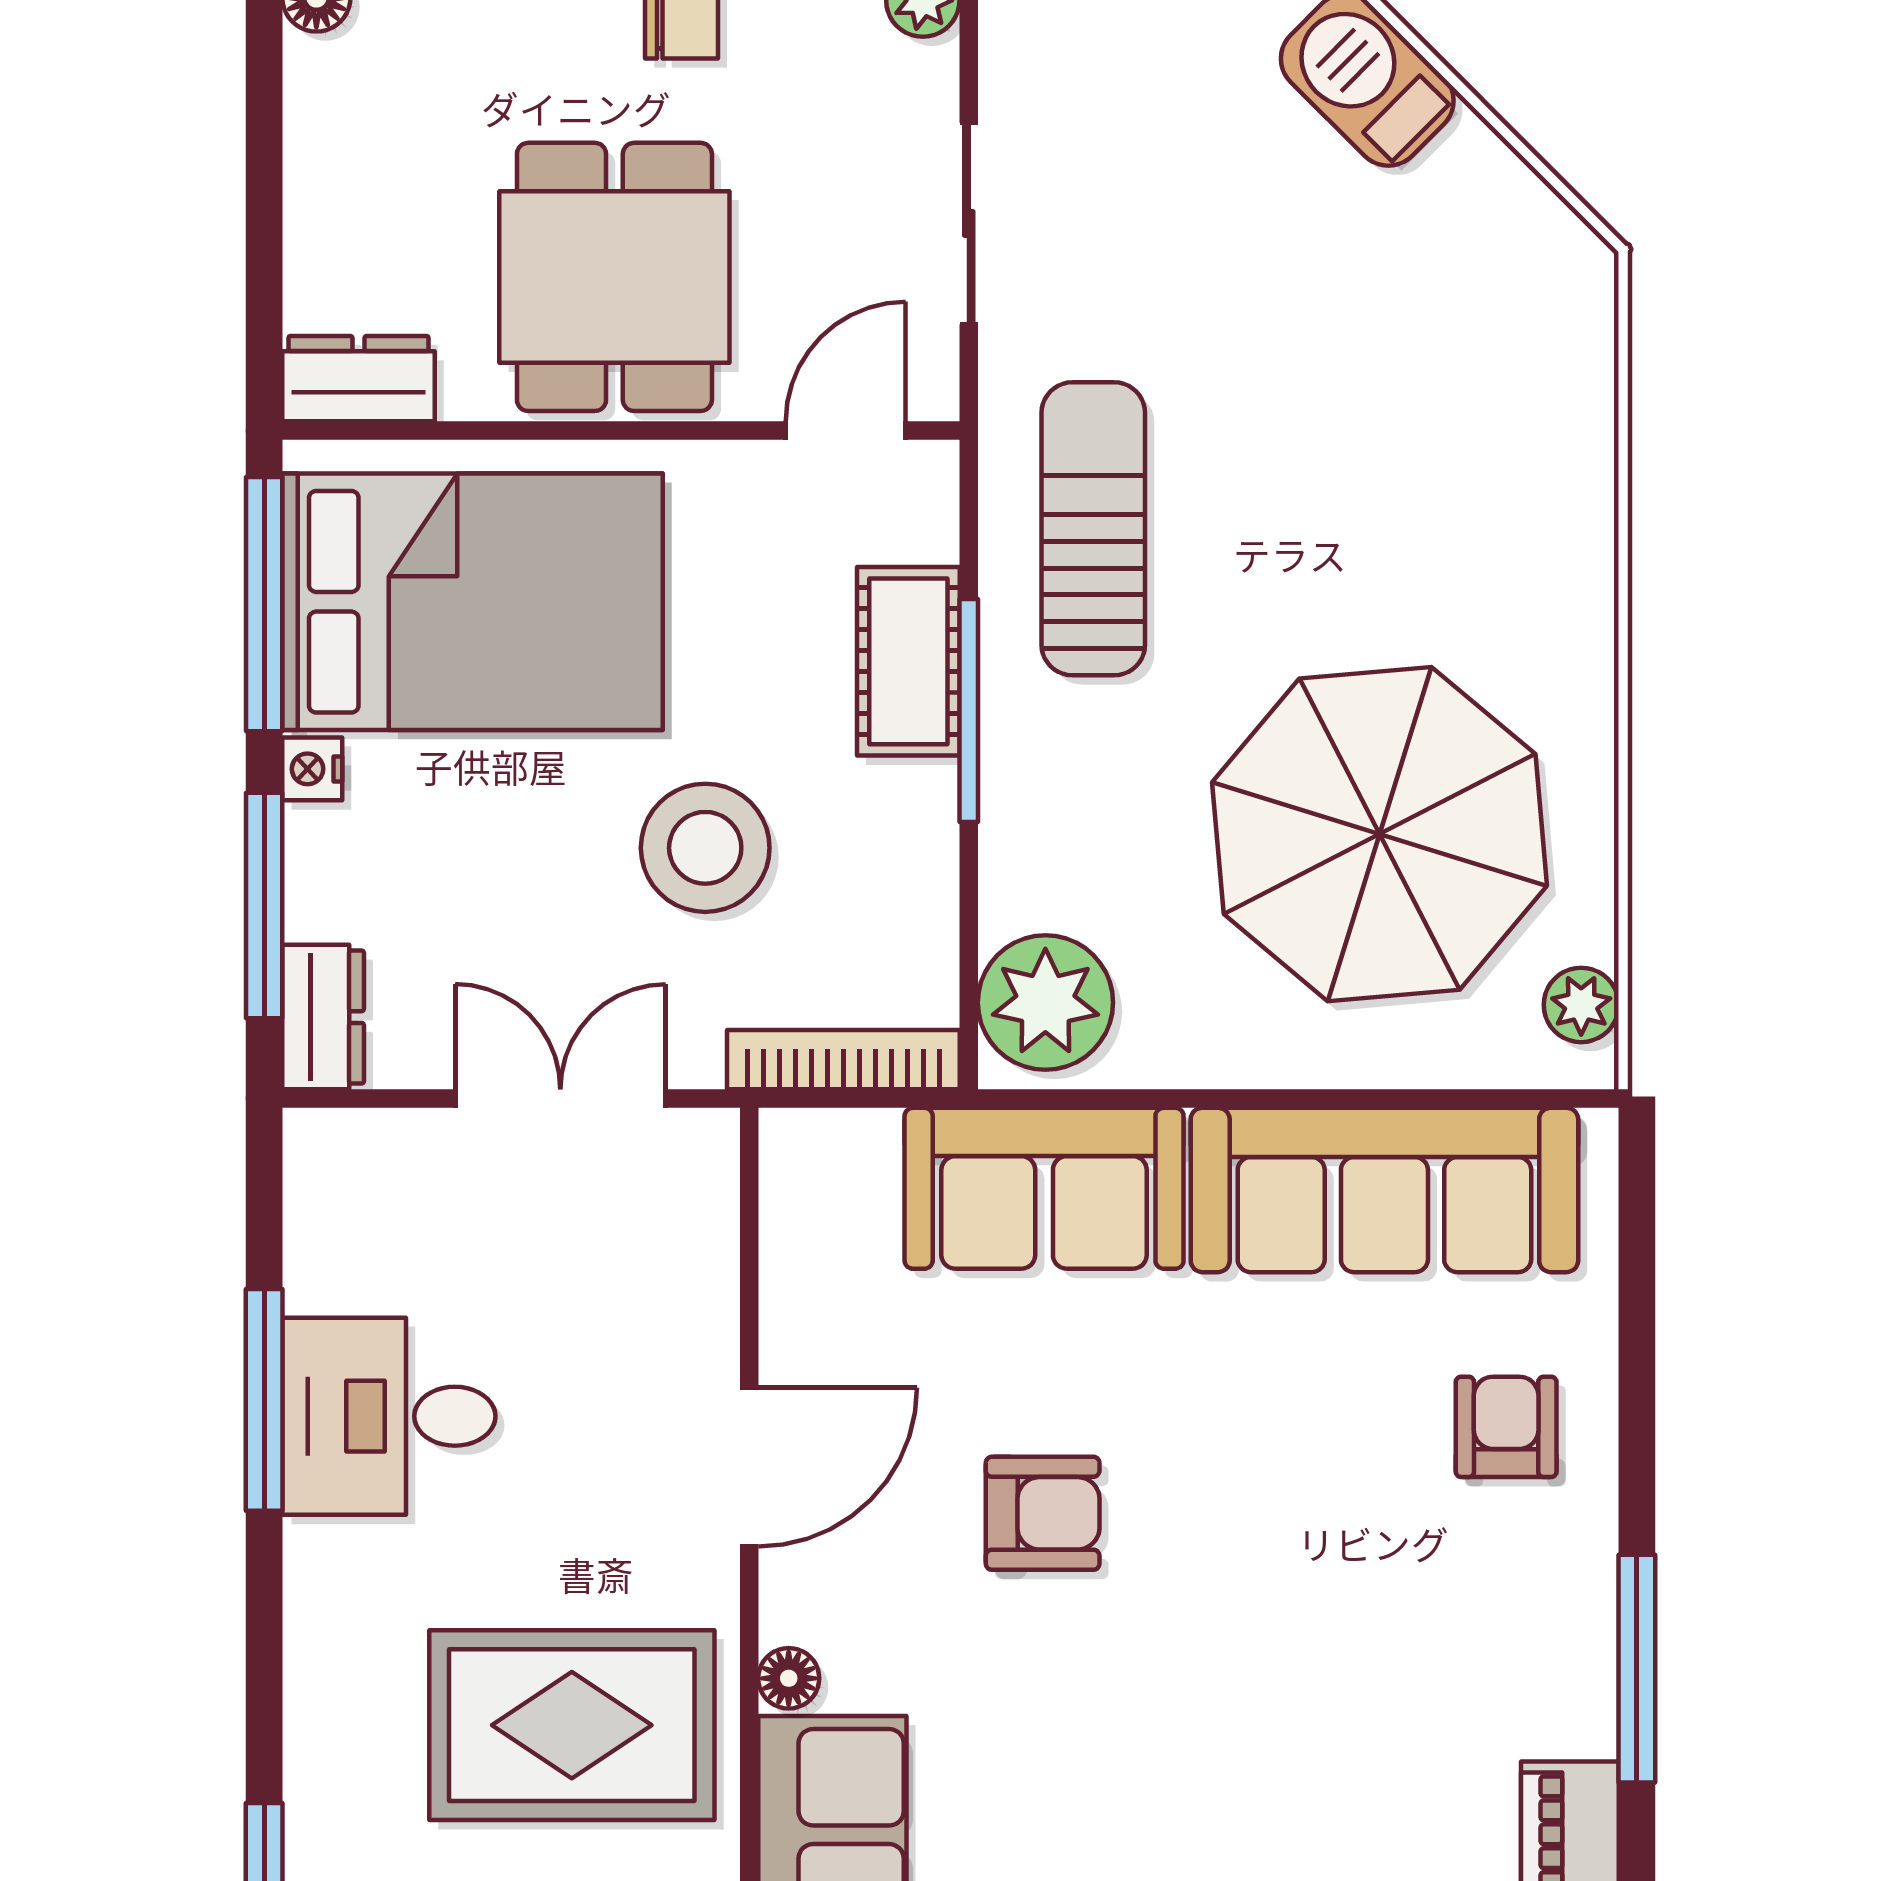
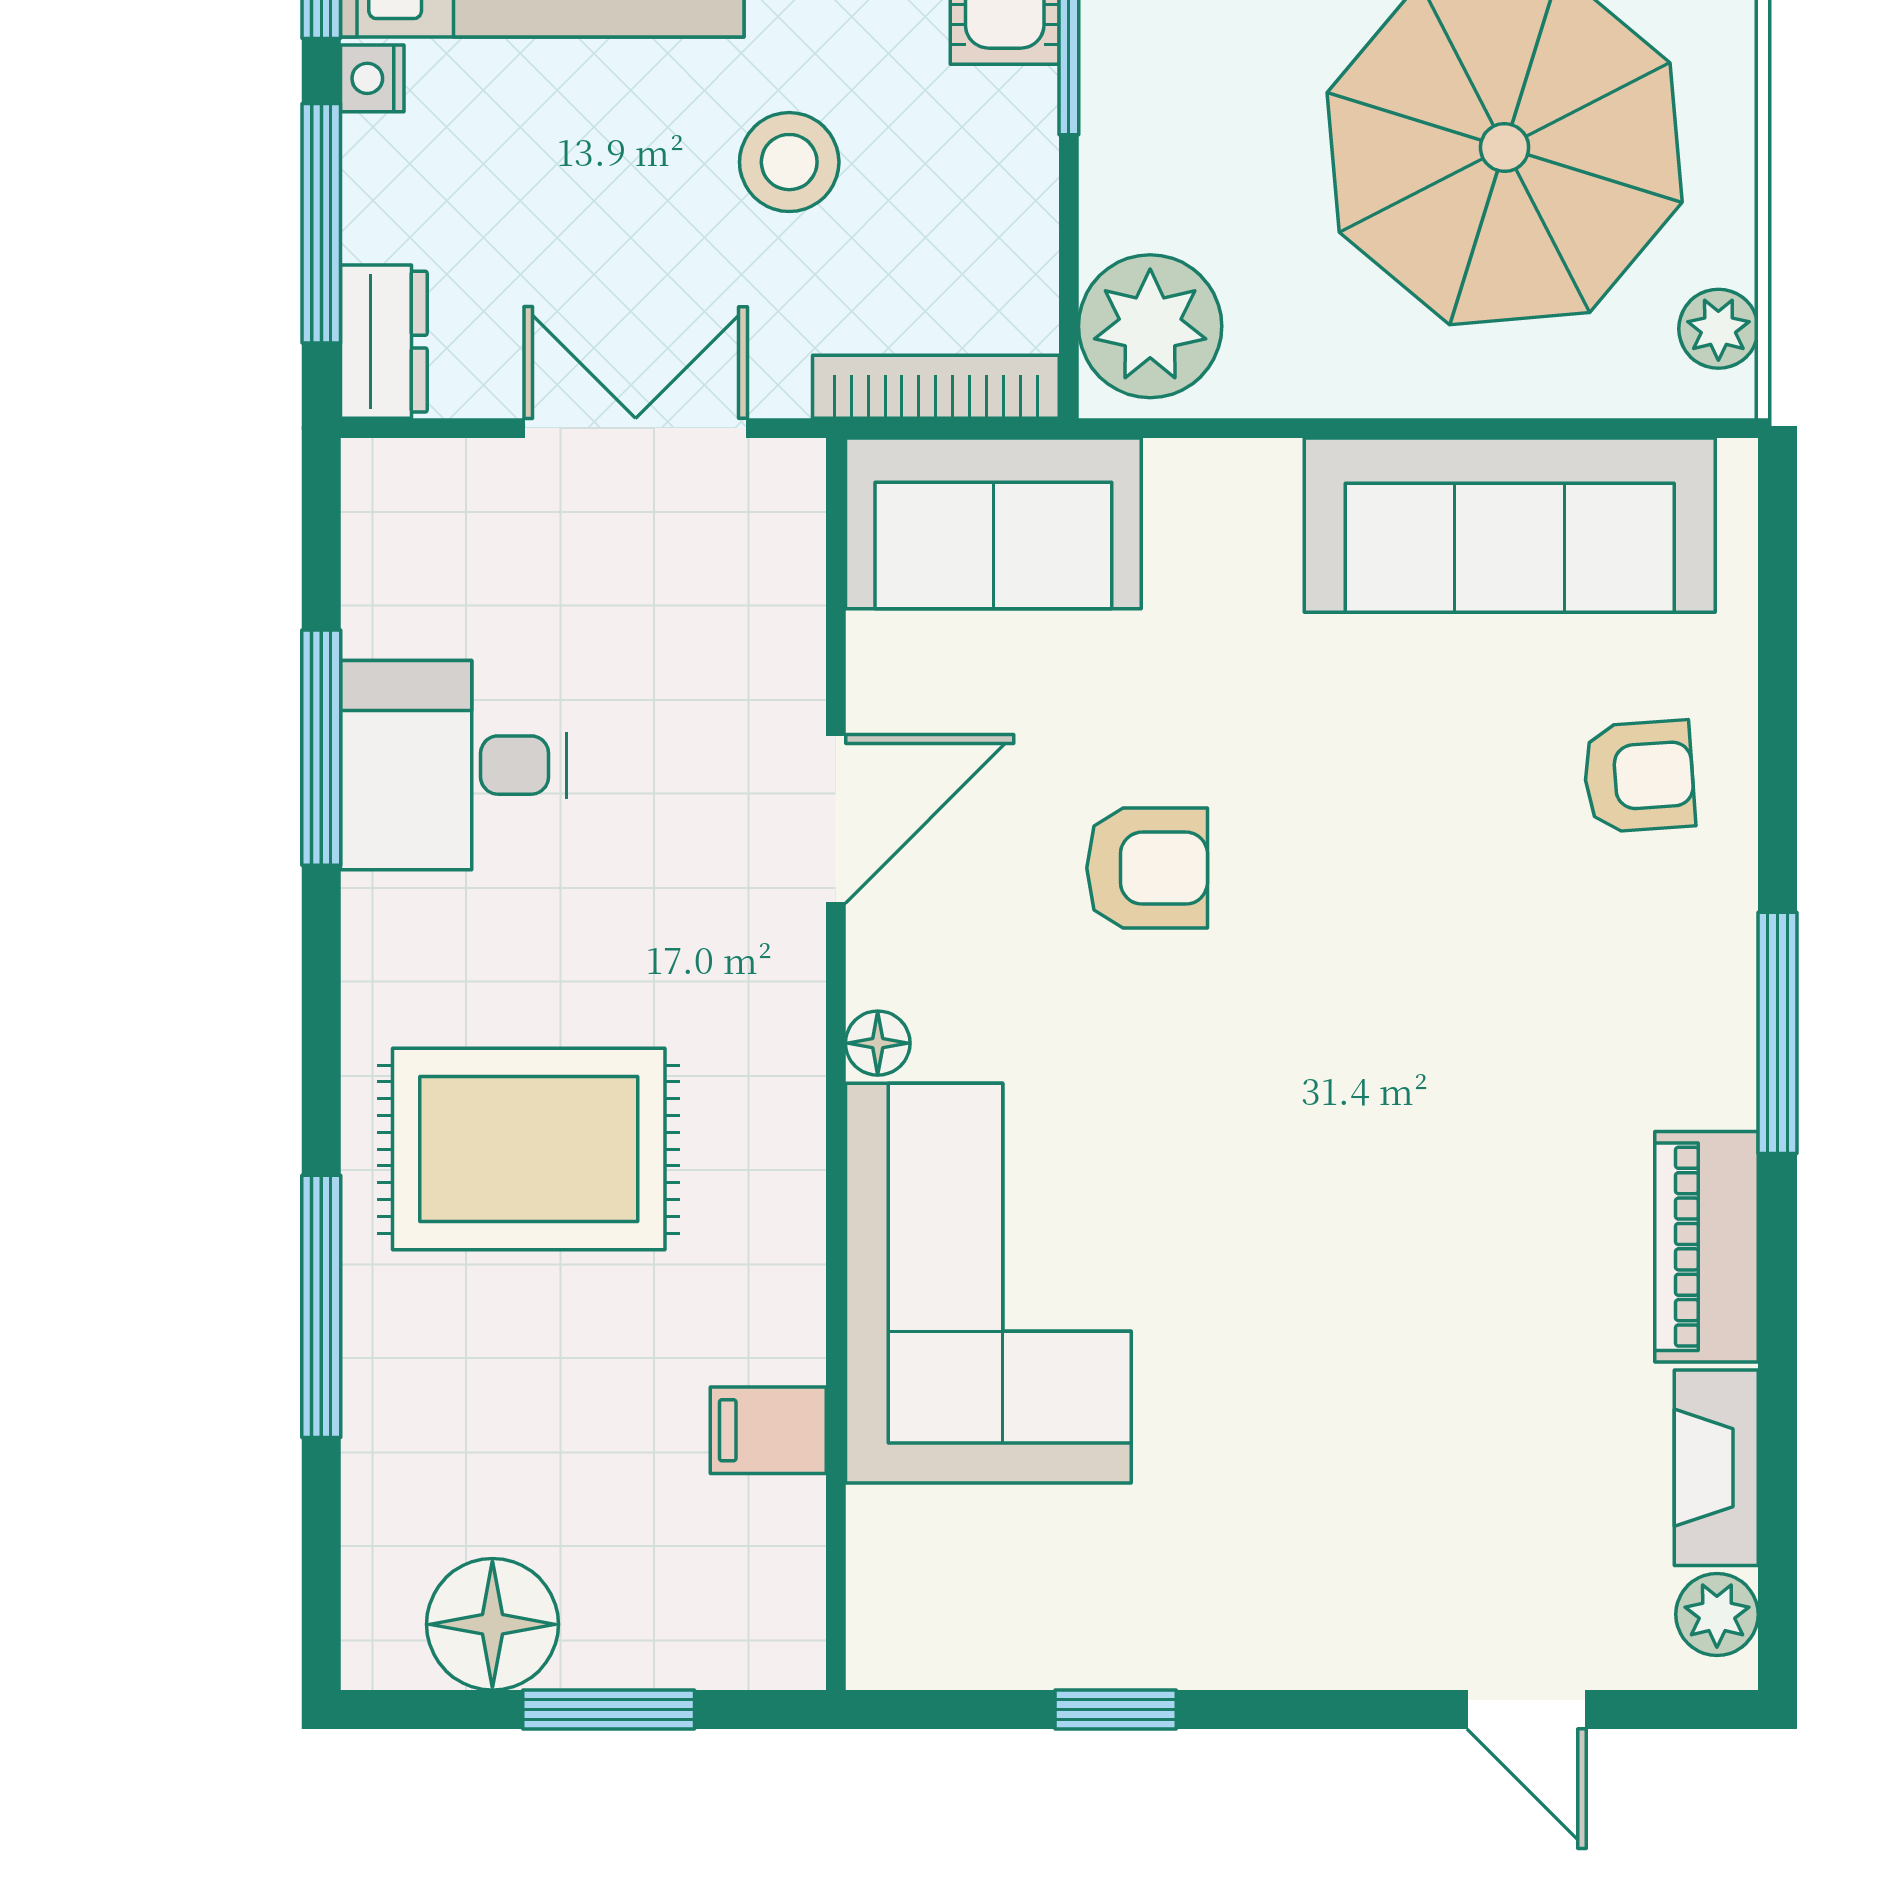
stool: (705, 848) -> (789, 162), width x0.73, depth x0.73
sofa: (1044, 1188) -> (993, 523), moved
armchair: (1506, 1427) -> (1639, 776), turned 86
rug: (572, 1725) -> (529, 1149), moved

